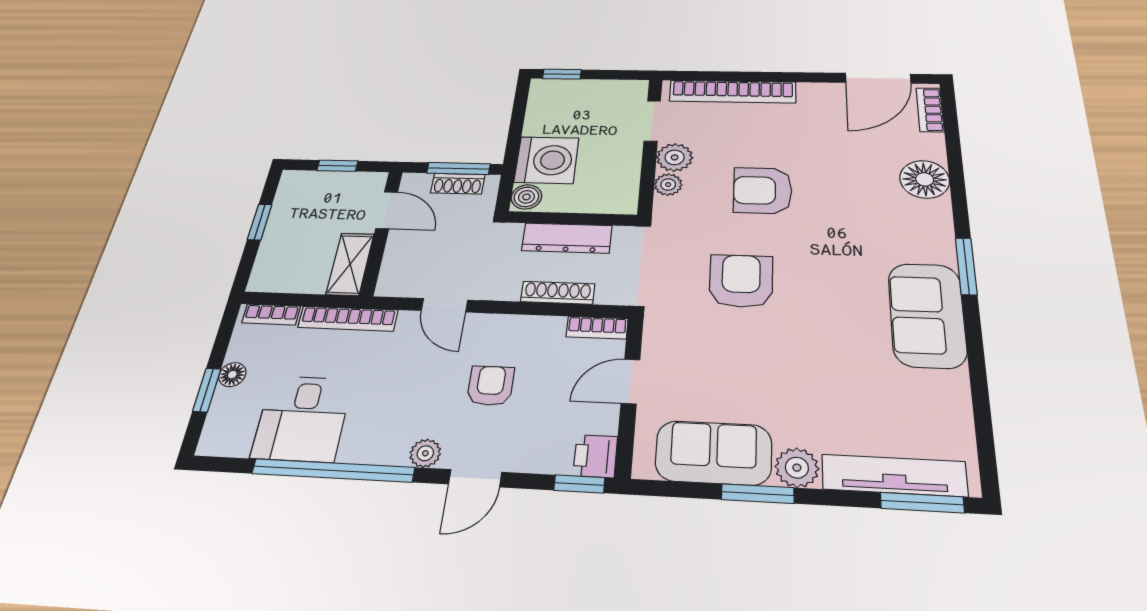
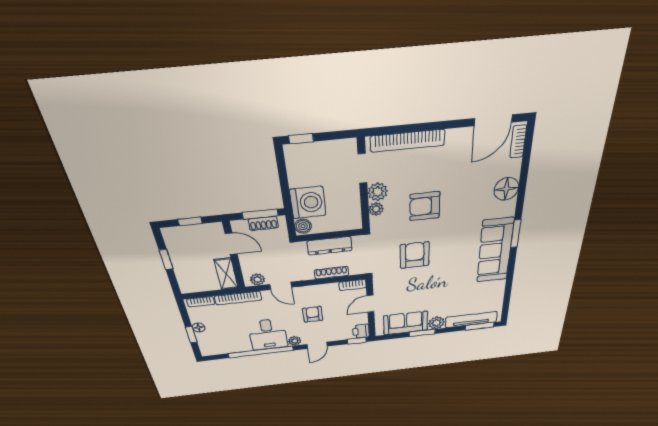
plant: (404, 285) -> (258, 280), added
sofa: (927, 315) -> (495, 251), width x1.36
desk: (302, 418) -> (268, 334), moved

